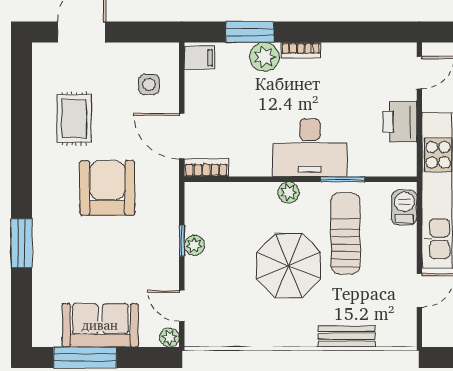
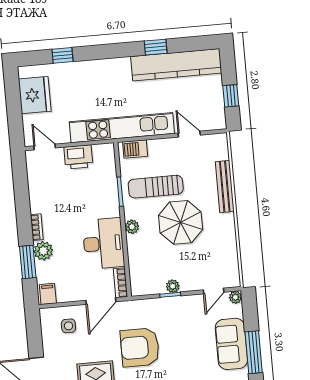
desk: (310, 148) -> (103, 243), moved
bench: (347, 336) -> (225, 187), width x1.36

